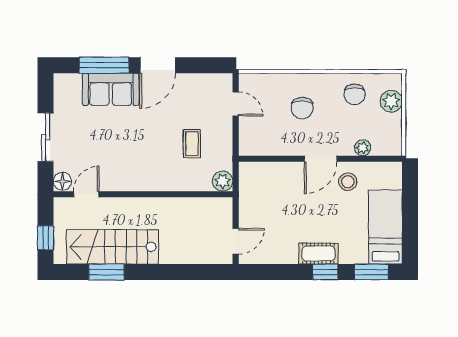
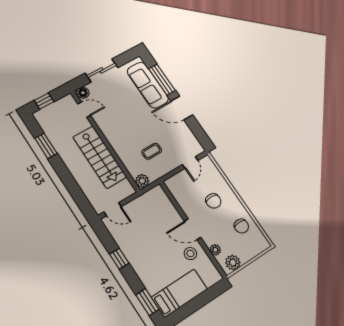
sofa: (111, 89) -> (148, 85), width x1.36
chair: (355, 94) -> (241, 226), turned -90
plant: (391, 101) -> (233, 263), moved
chair: (302, 108) -> (213, 201), turned -90
stairs: (113, 247) -> (100, 157), moved, turned 180
cot: (318, 254) -> (137, 263), removed
window: (325, 272) -> (119, 259), moved

